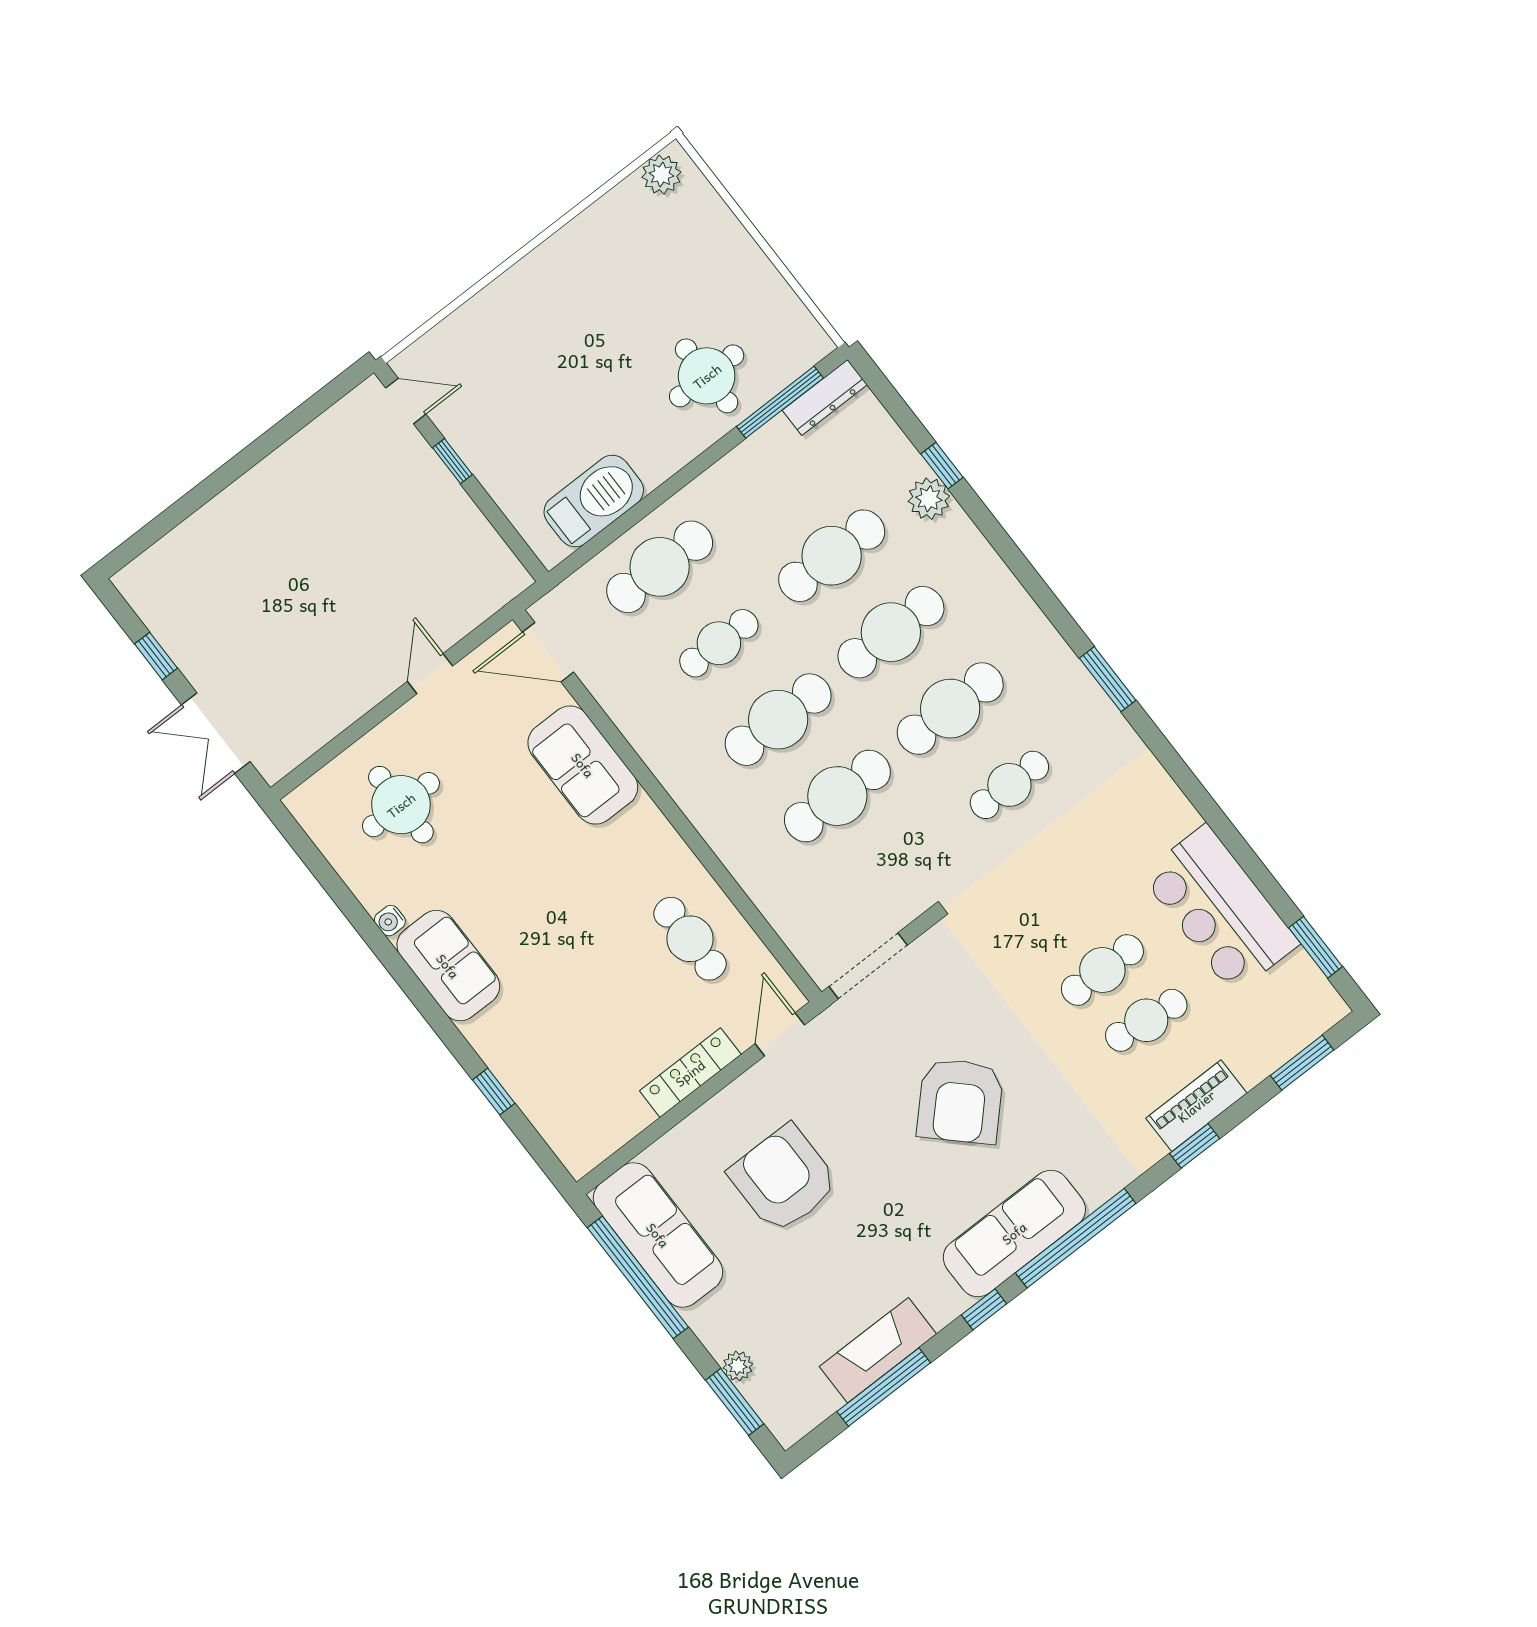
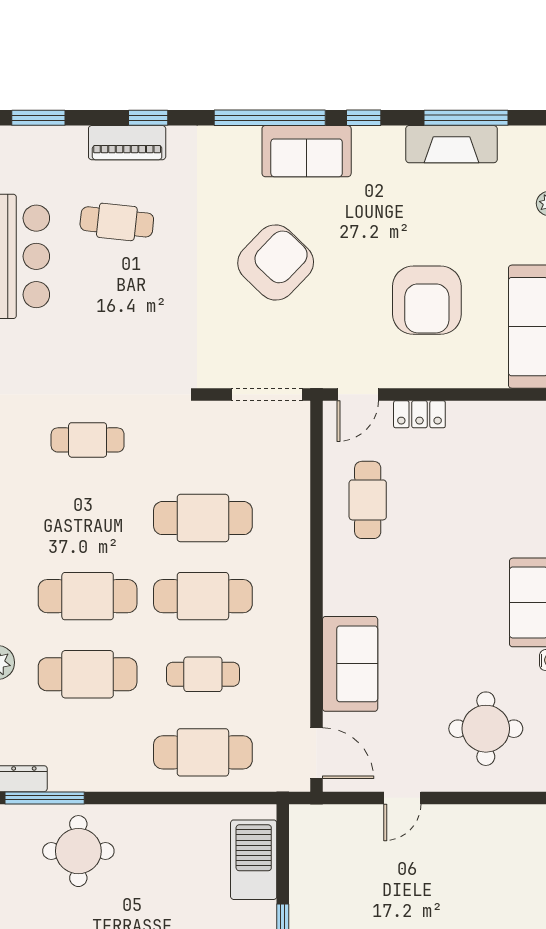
barbecue: (594, 501) -> (254, 860), moved, turned 90
cafe table: (950, 709) -> (88, 518), removed
cafe table: (1102, 970) -> (120, 276), removed
locker: (690, 1073) -> (419, 414), width x0.66
sofa: (1014, 1233) -> (307, 151), width x0.73

